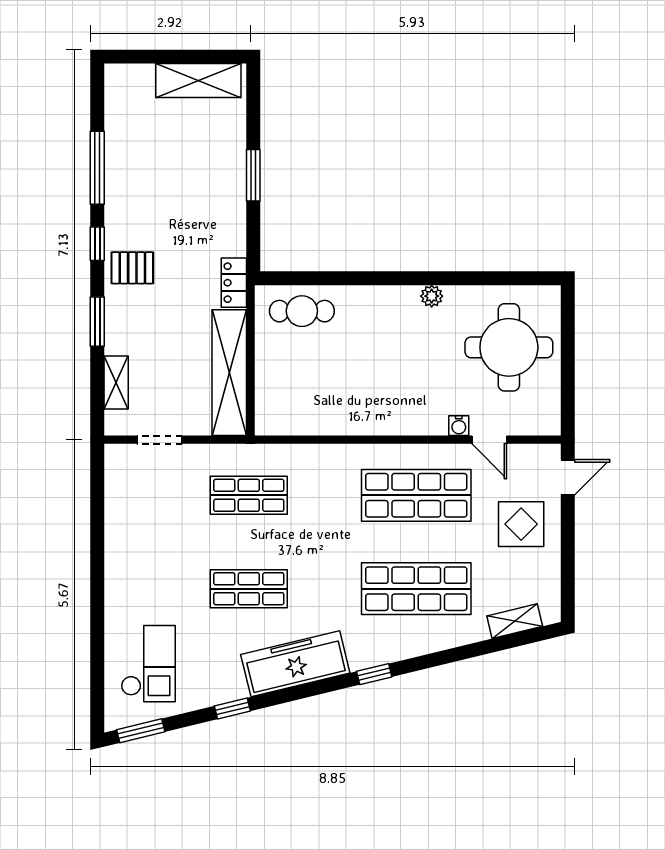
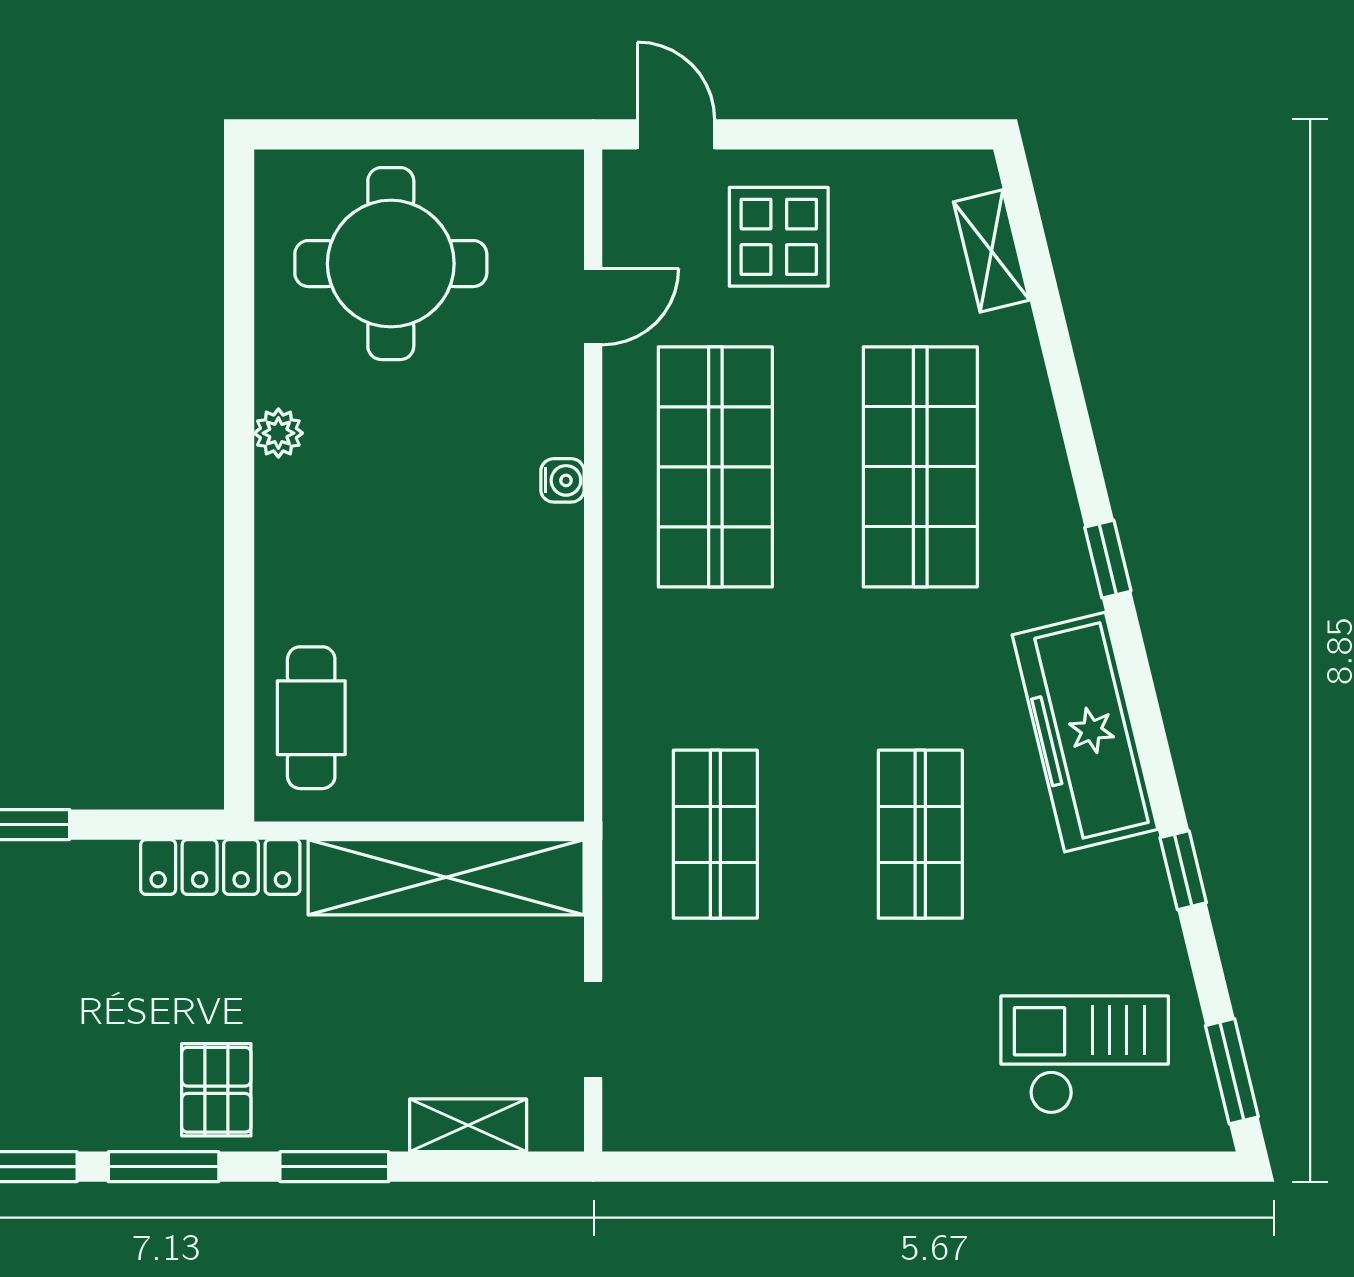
window: (97, 244) -> (164, 1167), width x1.50
locker: (234, 283) -> (220, 867), width x1.53
water cooler: (459, 426) -> (562, 480), moved

